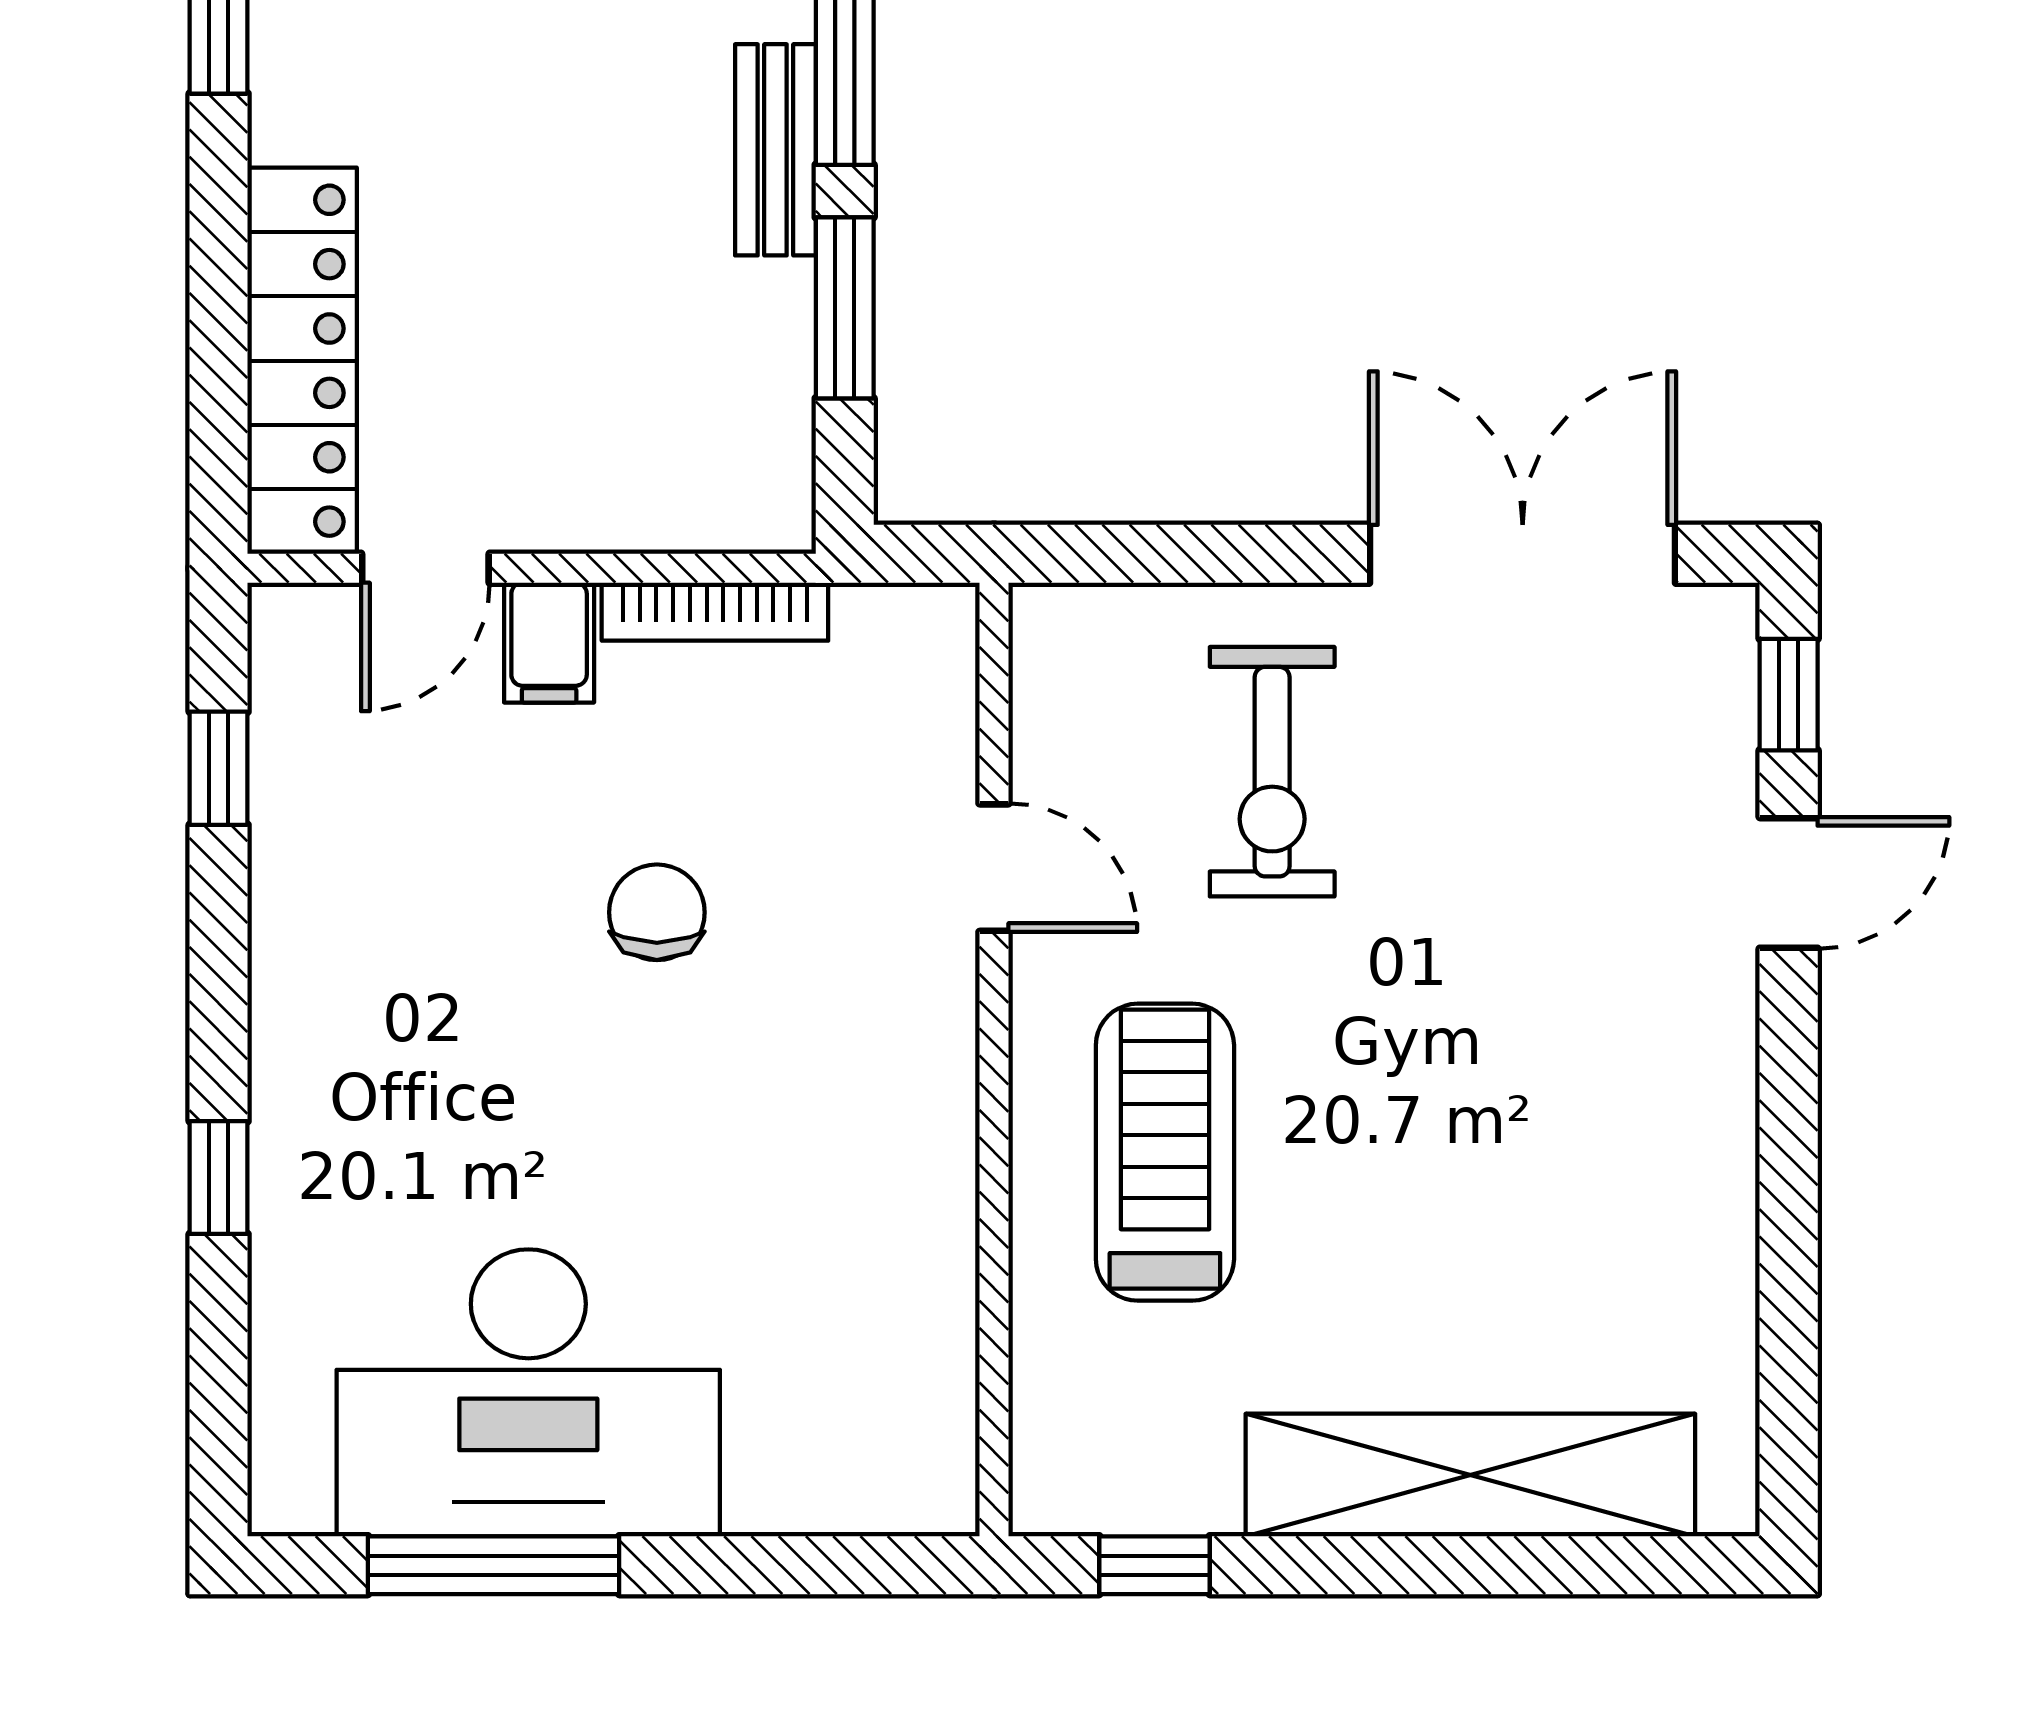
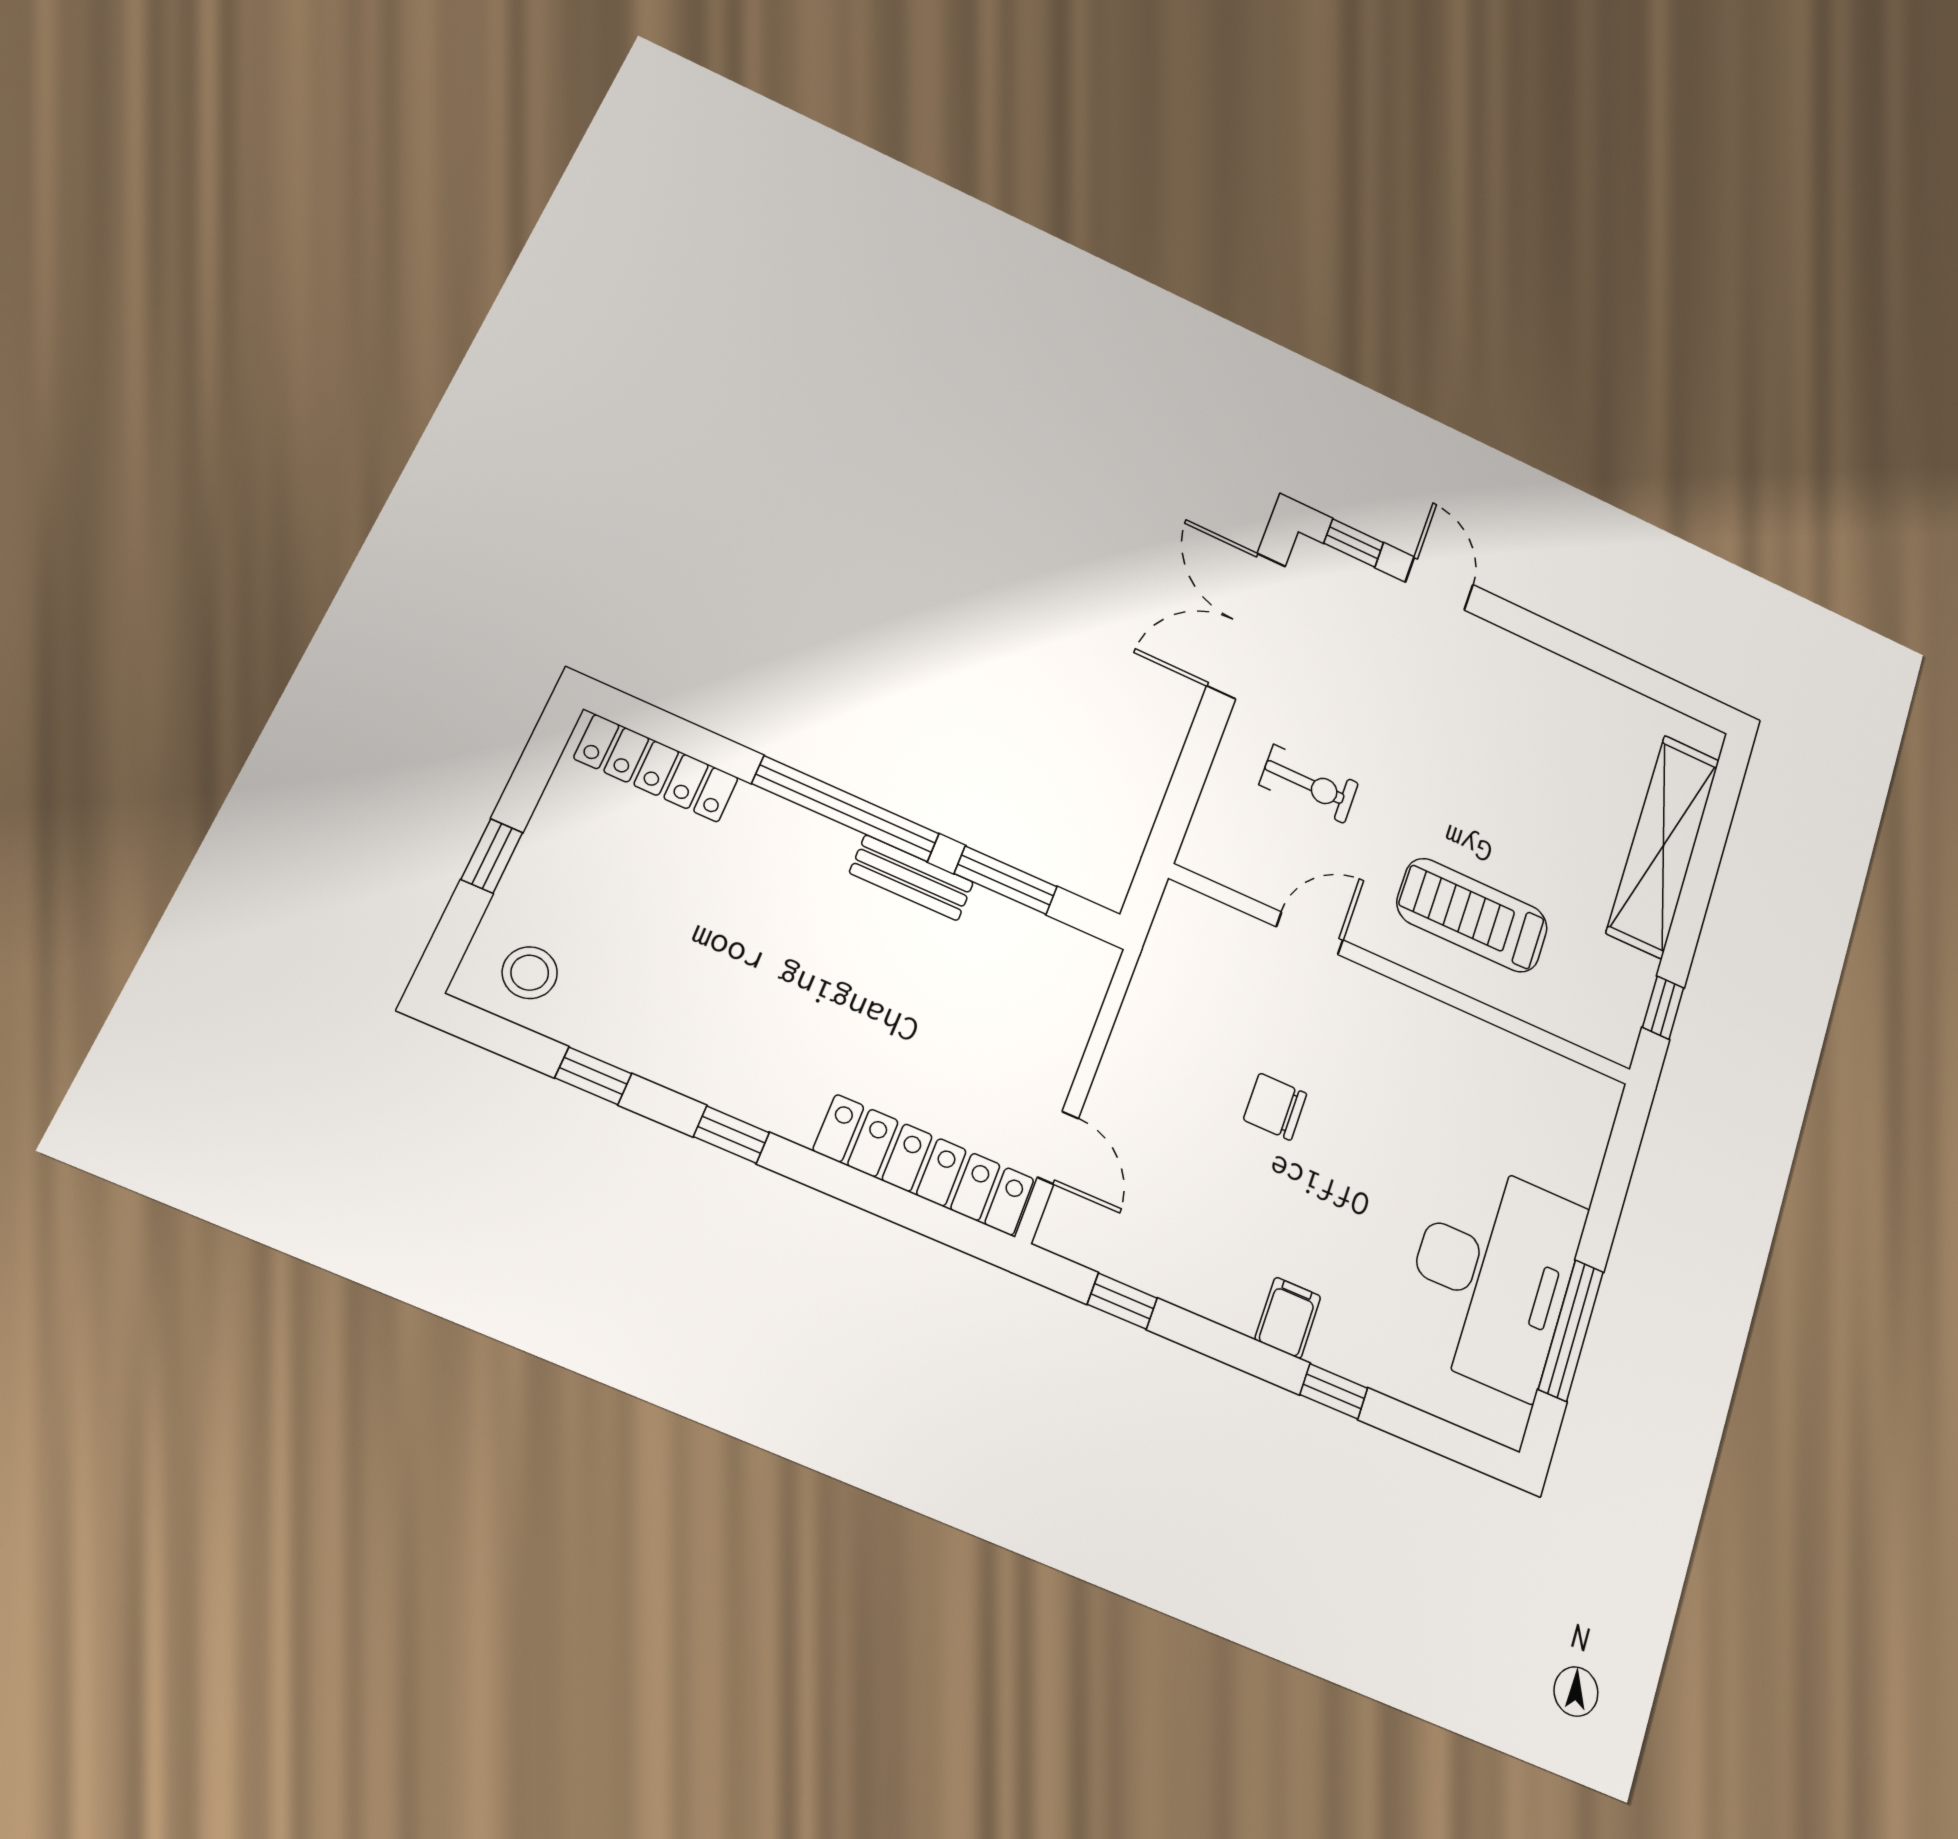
bookcase: (715, 612) -> (1135, 1011), removed
filing cabinet: (549, 643) -> (1288, 1318), moved, turned -90
exercise bike: (1272, 772) -> (1309, 784), width x0.73, depth x0.72

